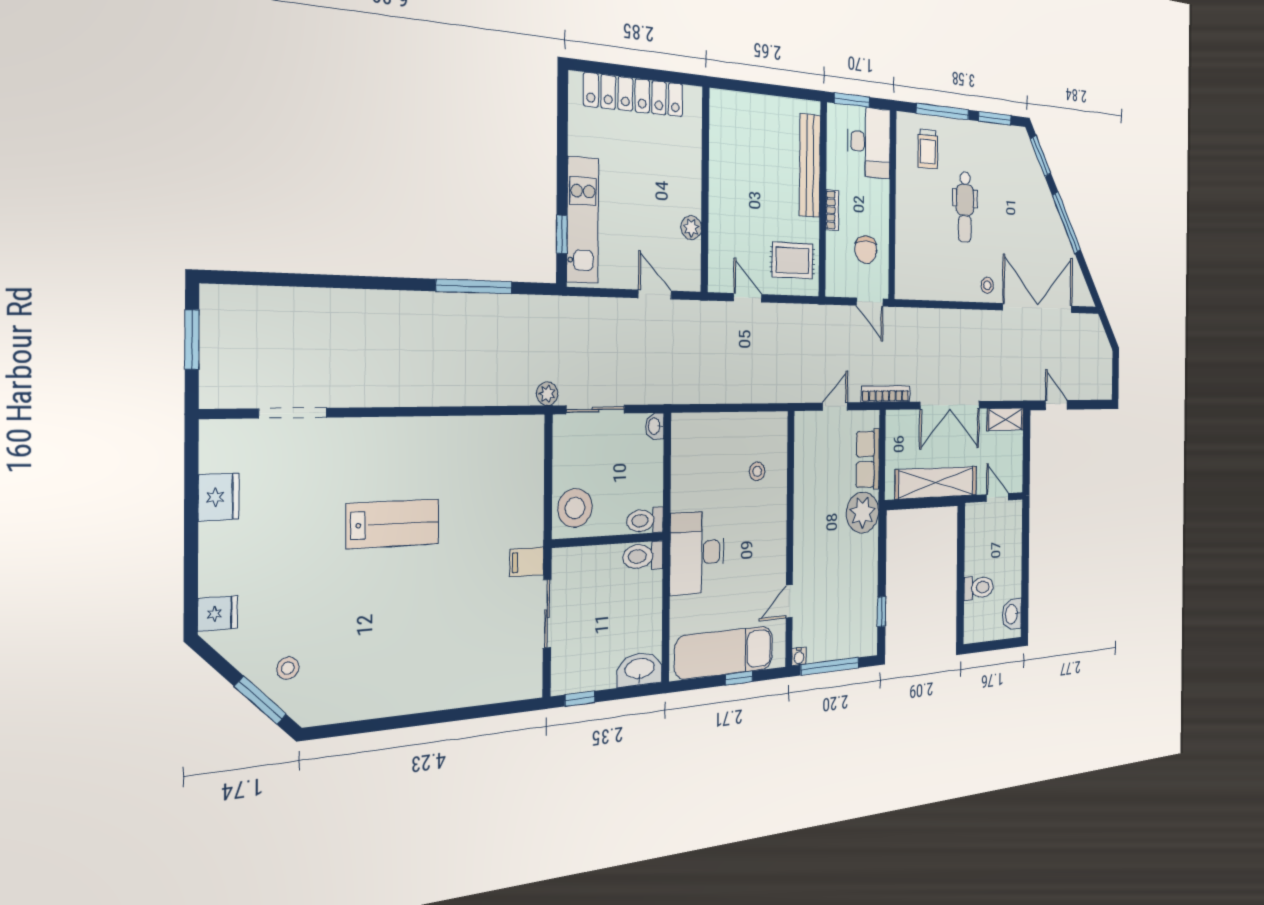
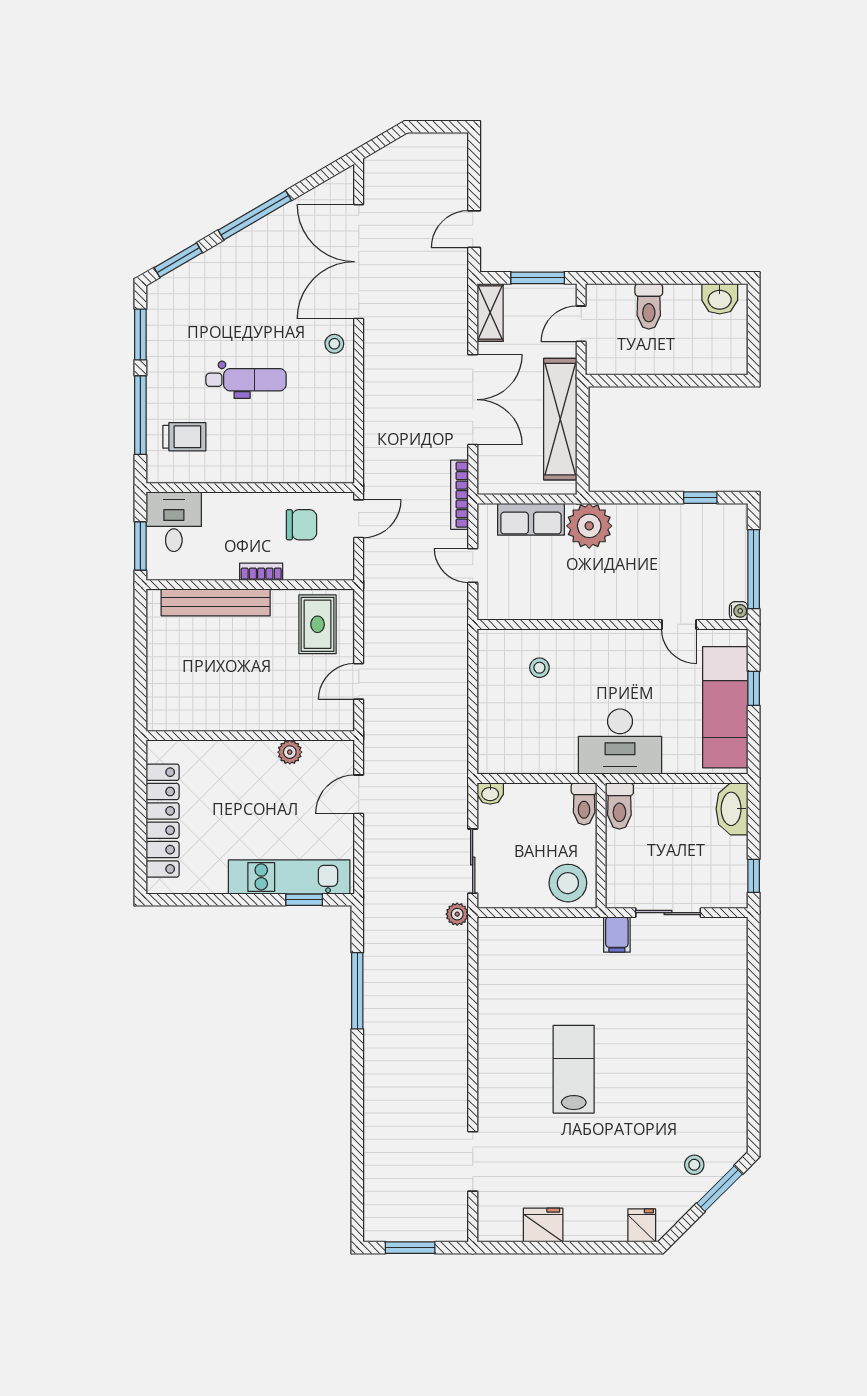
desk: (869, 142) -> (174, 522), width x0.73
window: (1026, 459) -> (538, 278), added
toilet: (979, 588) -> (649, 306), moved, turned 180

